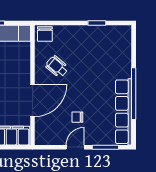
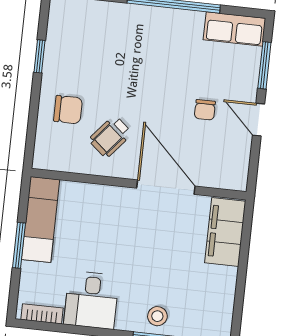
chair: (45, 34) -> (68, 110), moved
row of seats: (124, 112) -> (234, 29), width x0.50

